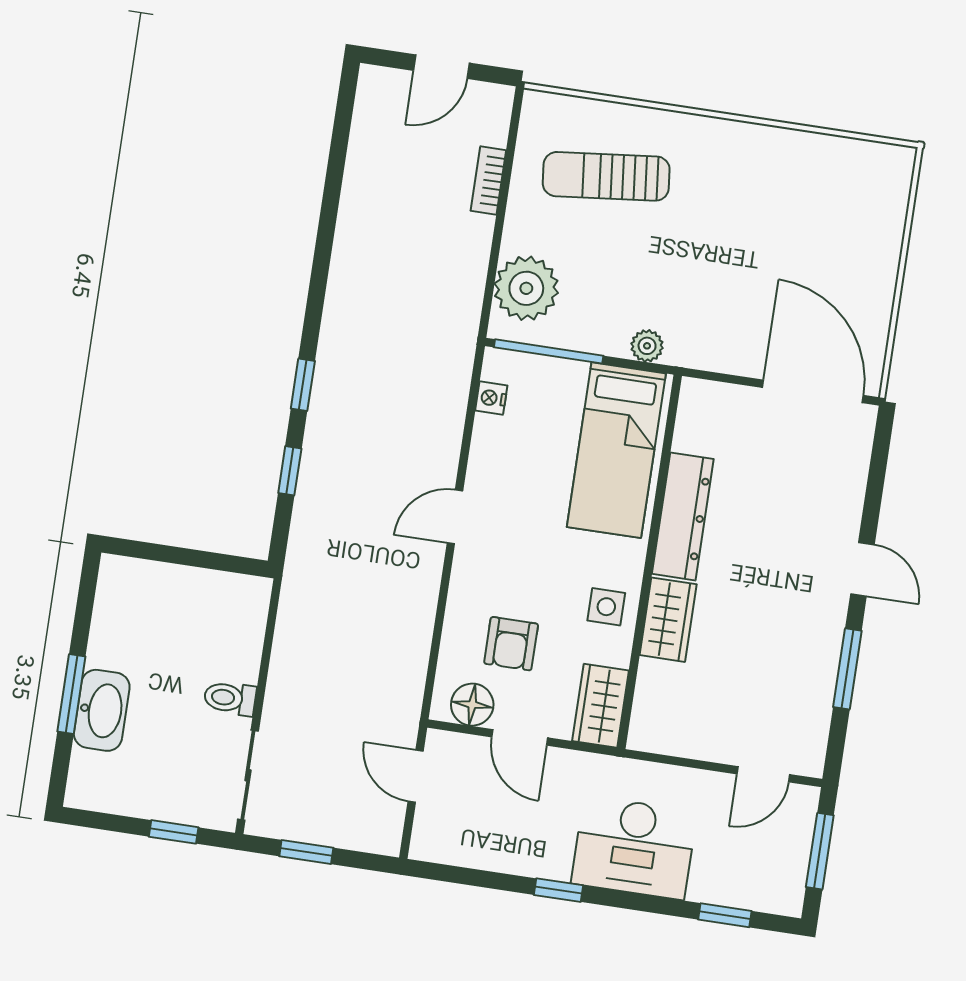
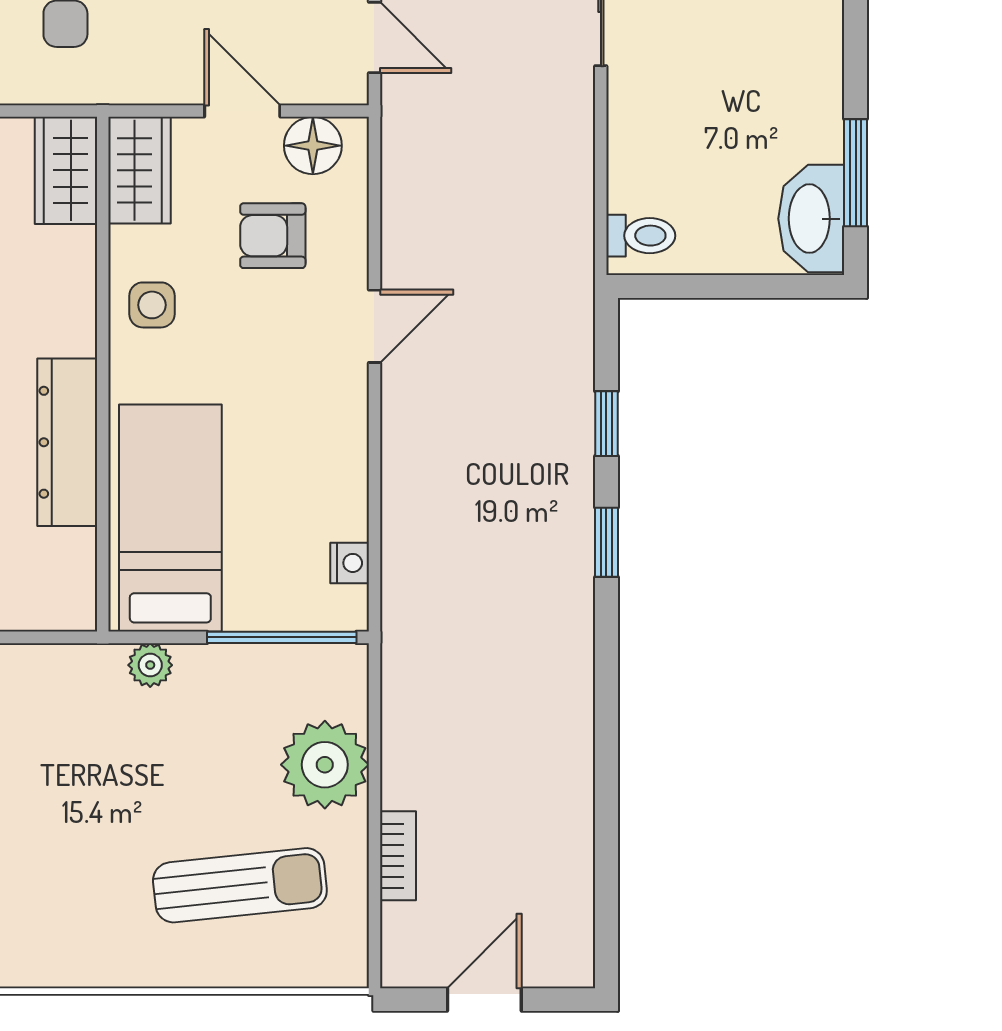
plant: (526, 288) -> (325, 765), moved
door: (455, 517) -> (374, 326), moved
wardrobe: (668, 620) -> (66, 170), moved
armchair: (511, 644) -> (273, 236), turned -90
window: (71, 694) -> (856, 173), moved
toilet: (230, 698) -> (641, 236), moved
washbasin: (102, 710) -> (811, 219), moved

